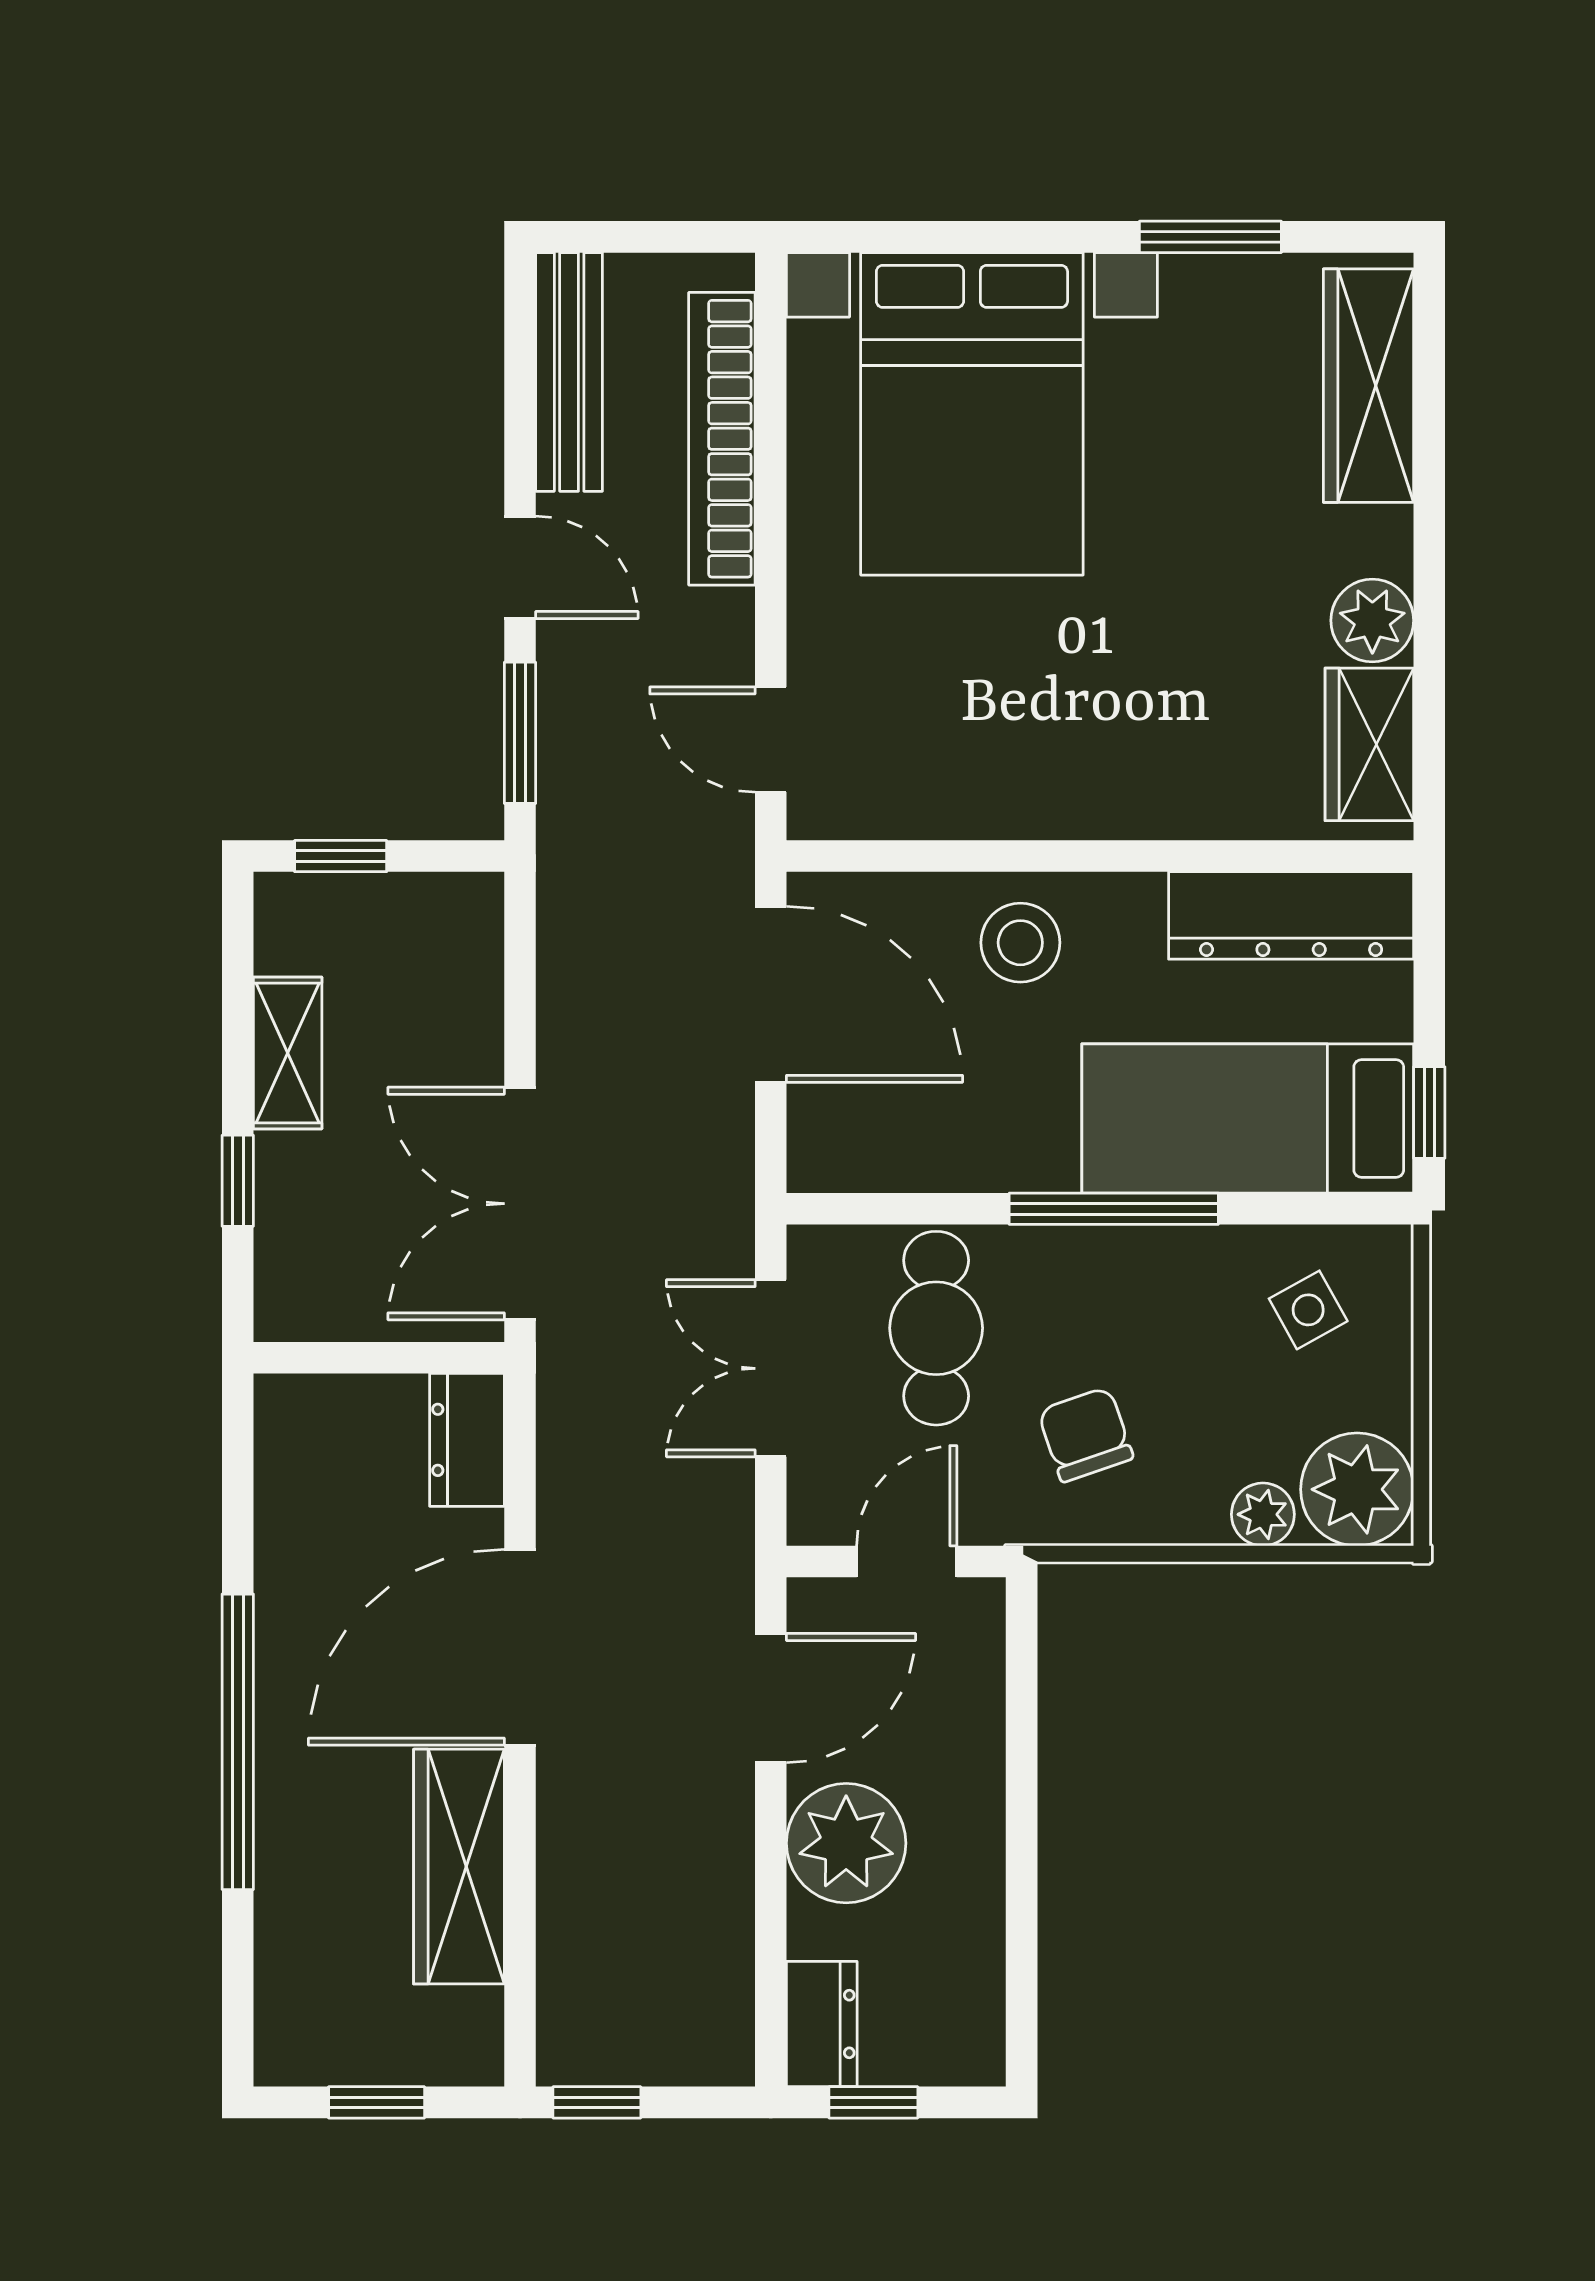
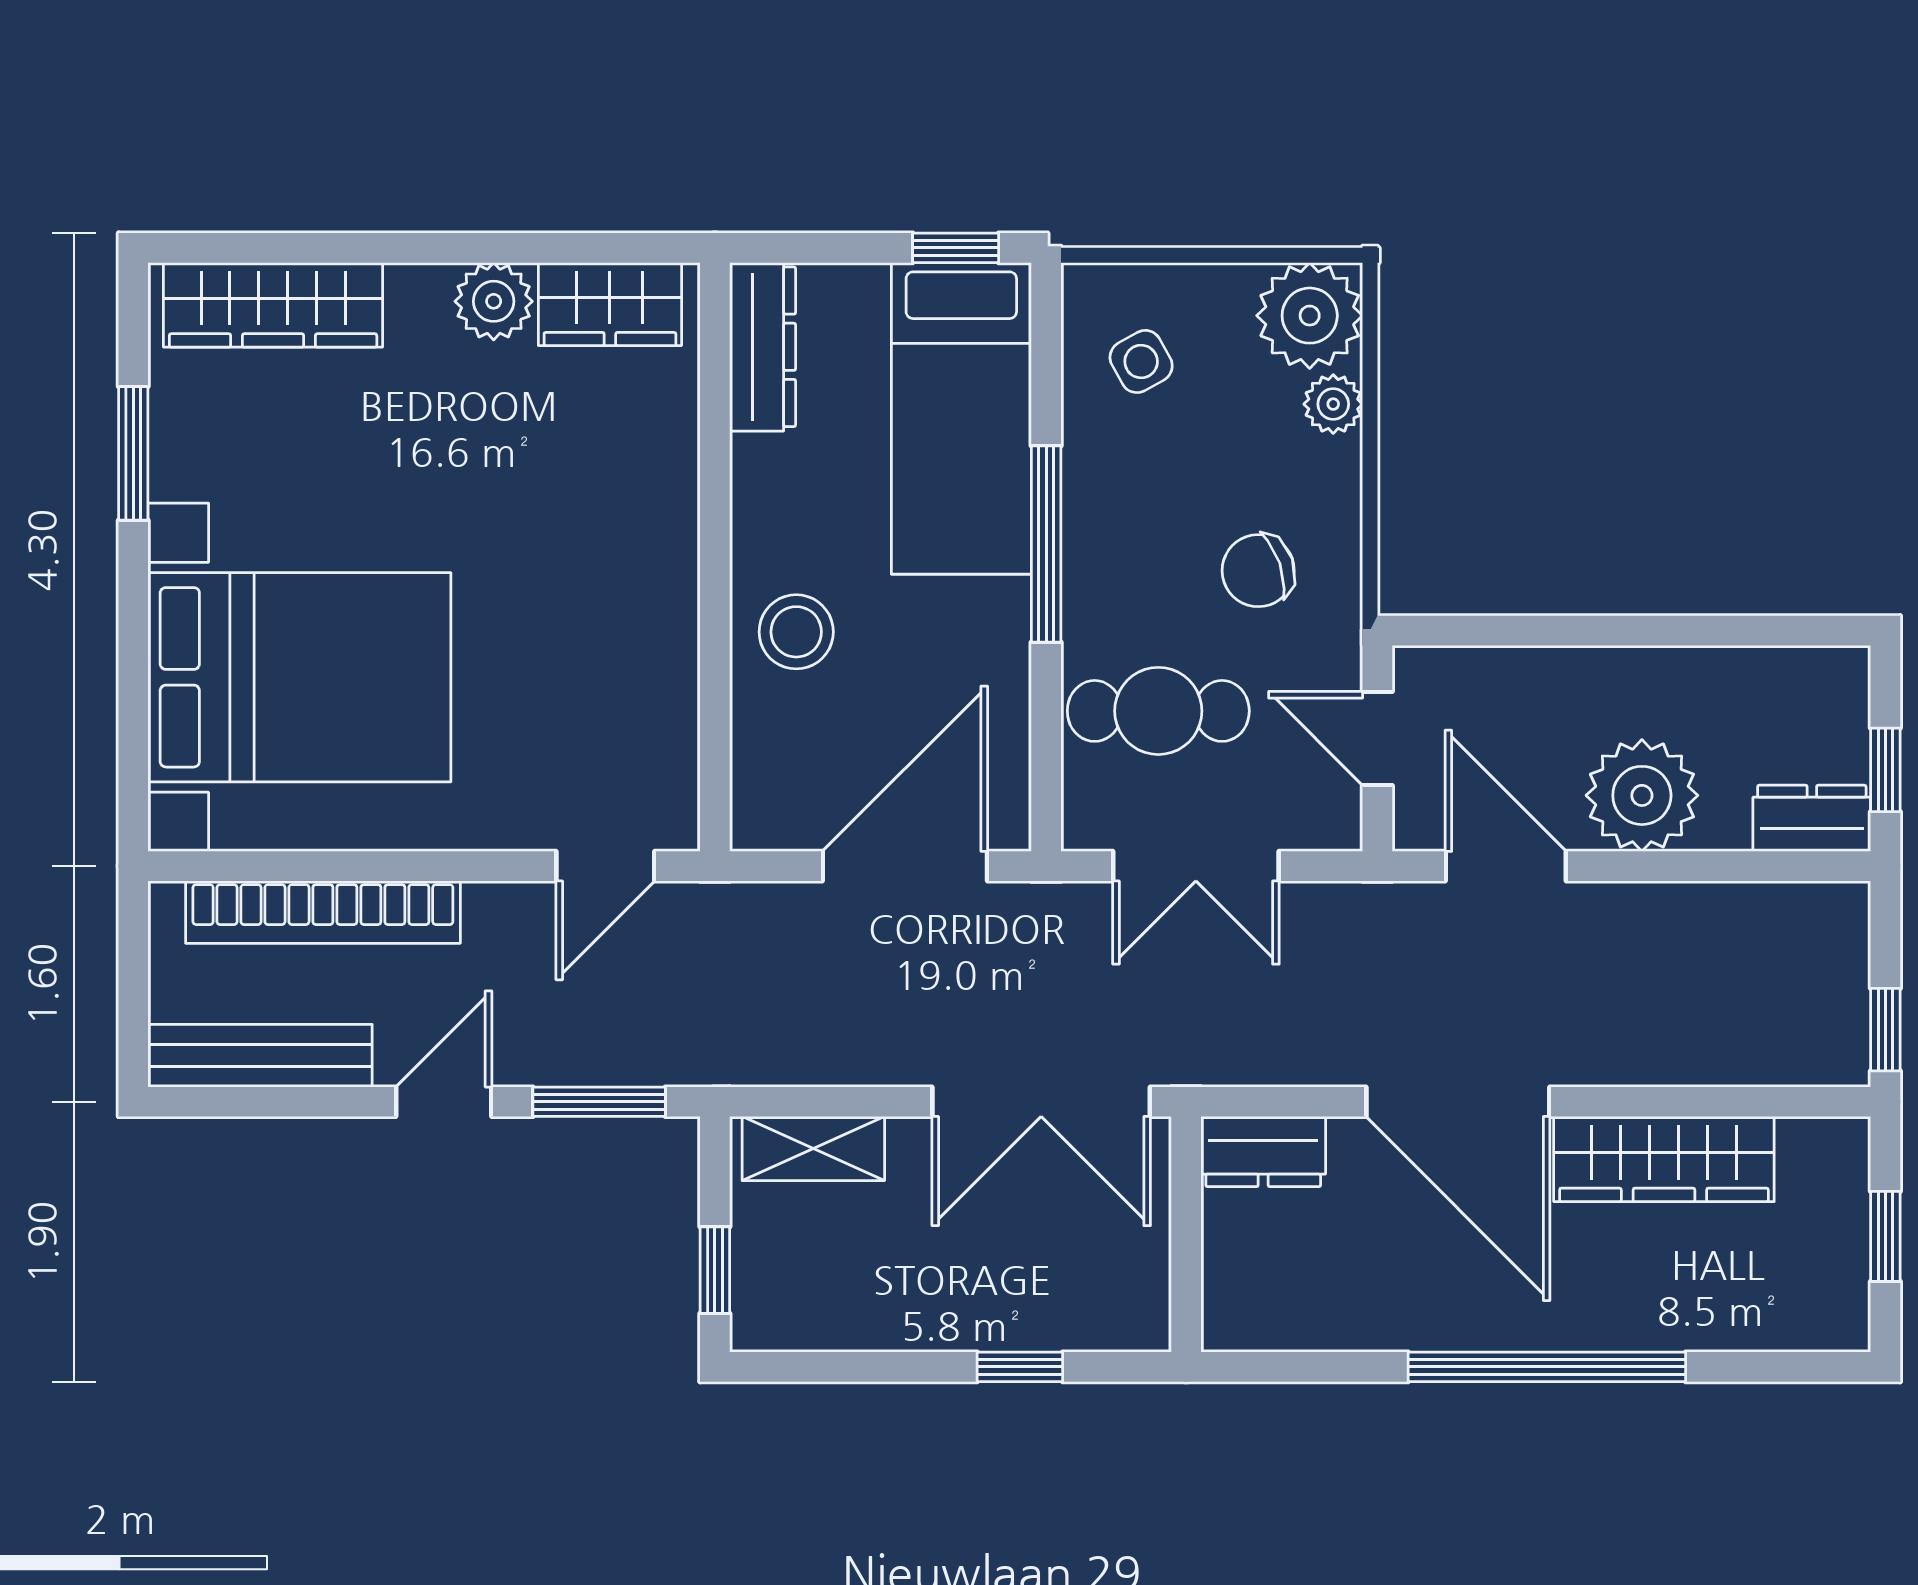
dresser: (1291, 915) -> (763, 347), width x0.73, depth x0.80
door: (771, 994) -> (905, 866), moved
shelving: (288, 1053) -> (813, 1149), moved

